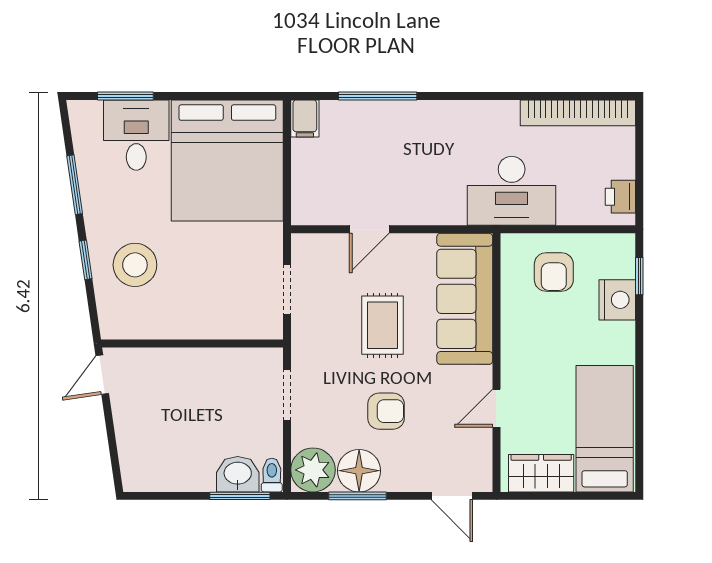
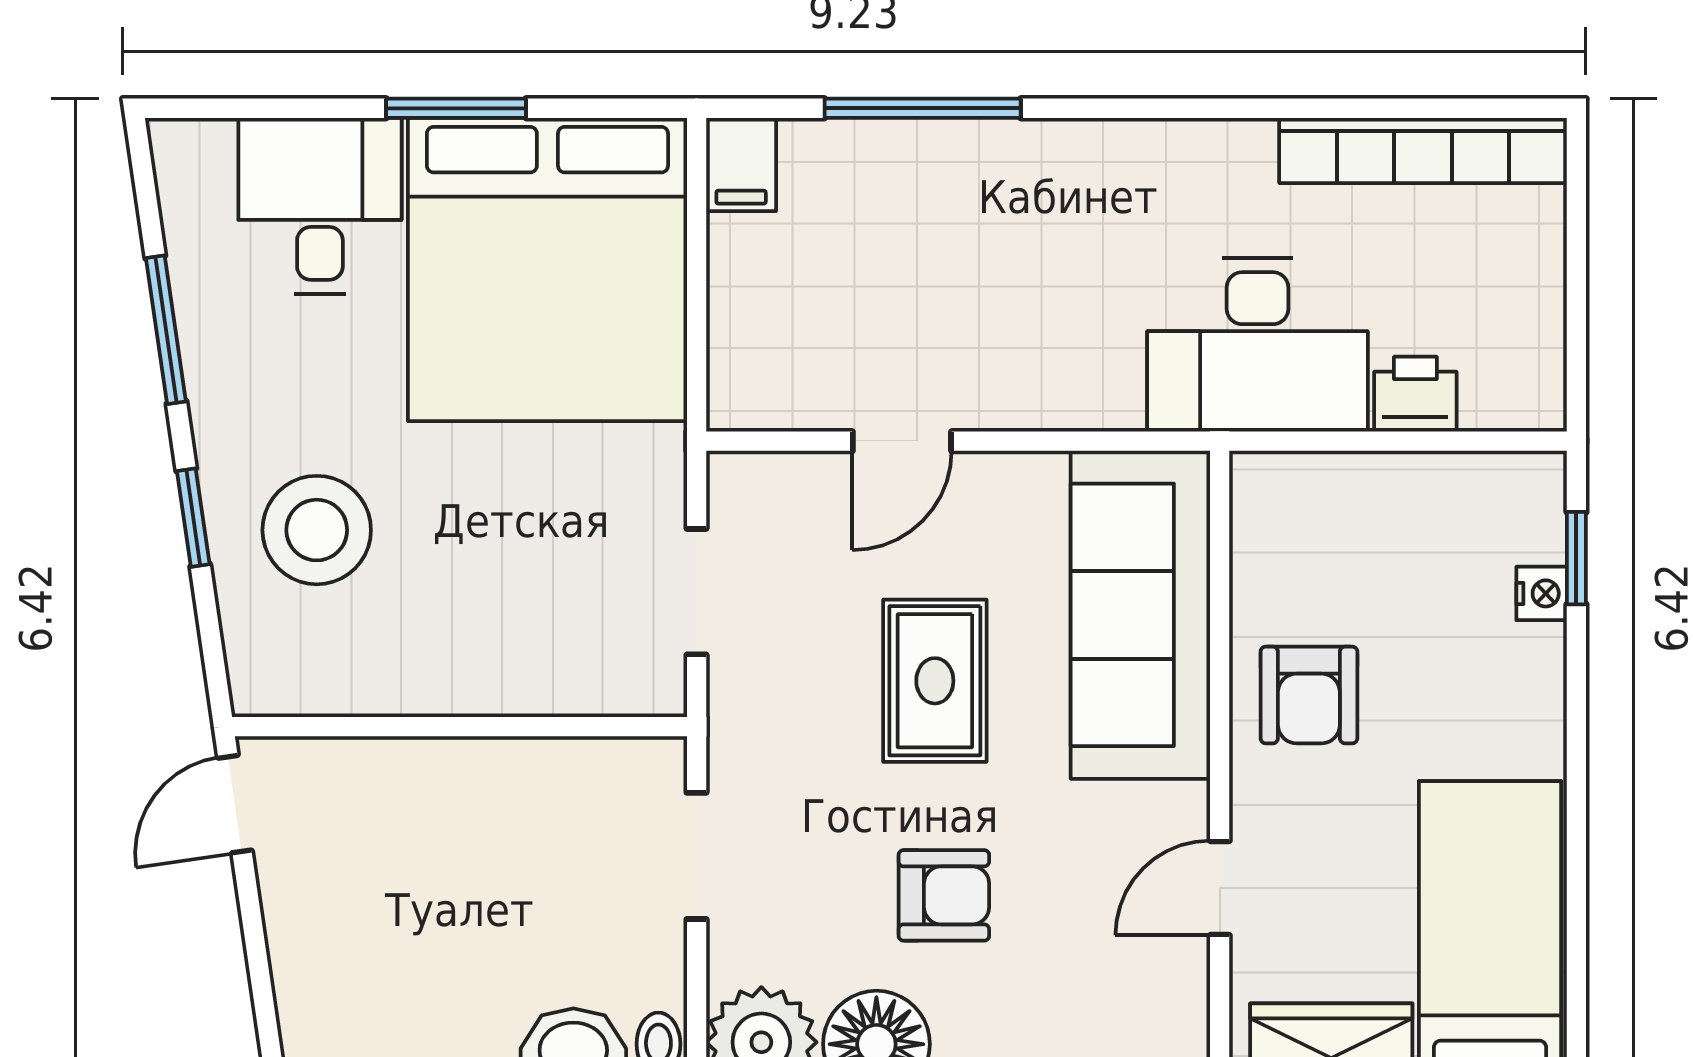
window: (125, 96) -> (456, 108), moved
printer: (620, 197) -> (1415, 394), moved, turned 90
armchair: (554, 272) -> (1309, 695), moved
nightstand: (617, 300) -> (1542, 593), width x0.53, depth x0.56

